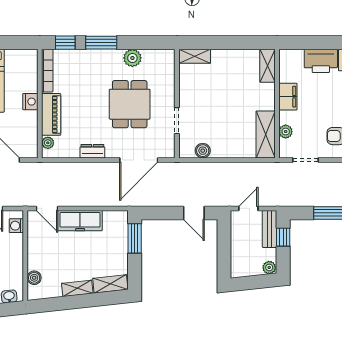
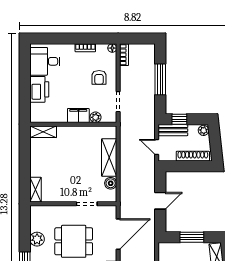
filing cabinet: (288, 97) -> (78, 116), moved
shelving: (266, 134) -> (109, 157), moved, turned 90
door: (139, 160) -> (118, 234), hinge flipped
door: (194, 213) -> (160, 201), moved
window: (135, 238) -> (192, 237), moved
shoe rack: (237, 254) -> (193, 156), added

